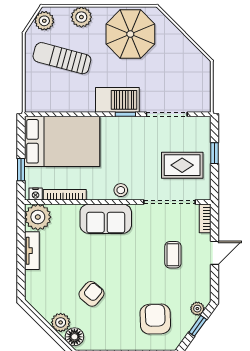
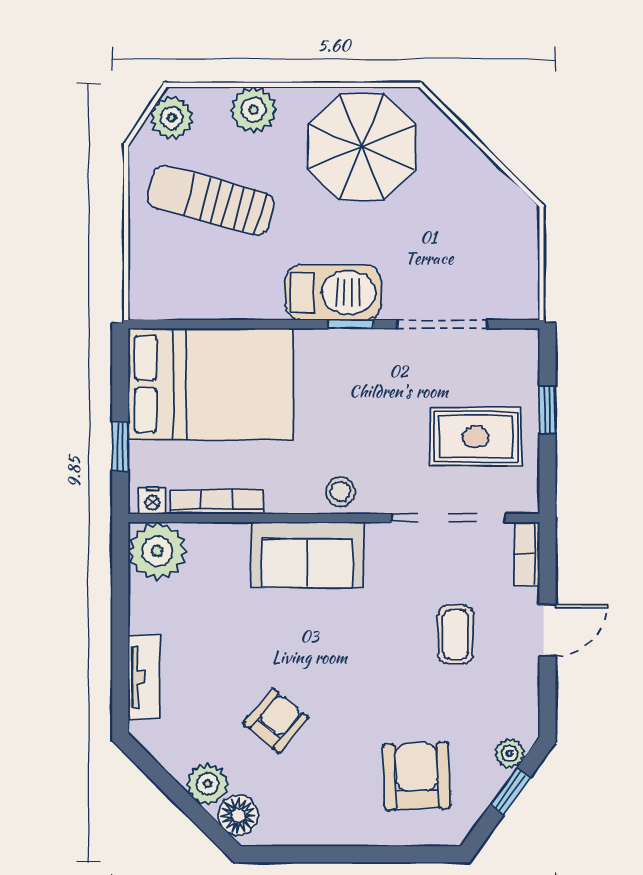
tv unit: (32, 251) -> (144, 677), moved

